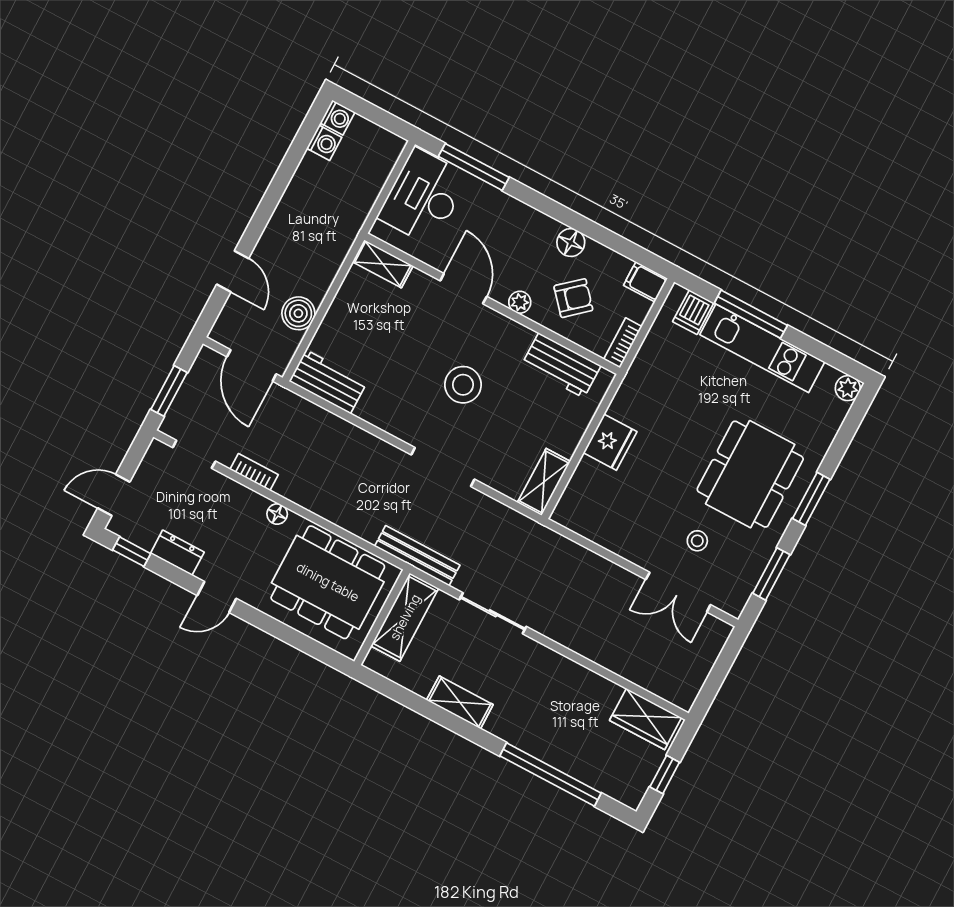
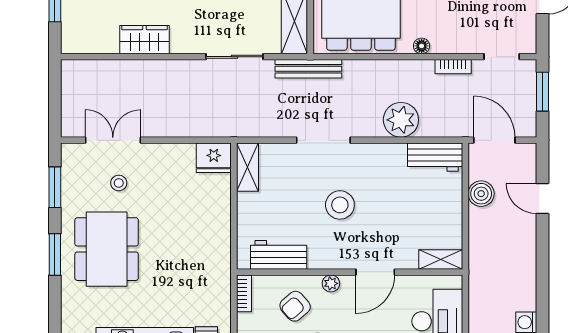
door: (463, 289) -> (375, 272), hinge flipped
fridge: (610, 442) -> (214, 158), moved, turned -90
plant: (344, 444) -> (401, 120), added
wardrobe: (646, 719) -> (144, 40), moved

